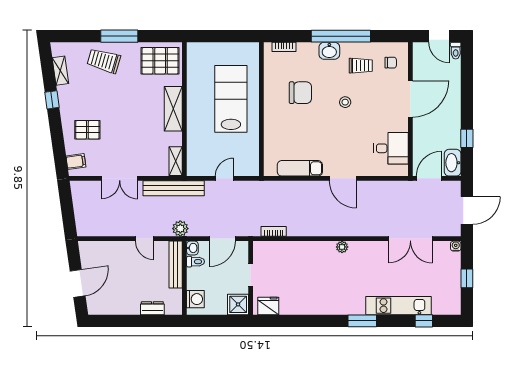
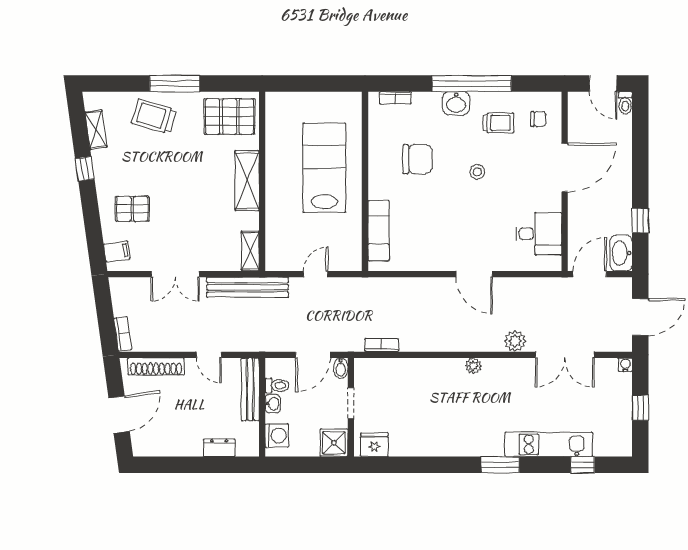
exam couch: (300, 168) -> (379, 231), moved, turned 90
bookcase: (80, 223) -> (123, 334), added
plant: (180, 229) -> (515, 341), moved
shoe rack: (105, 247) -> (156, 366), added
washbasin: (192, 248) -> (273, 404), moved
bidet: (243, 249) -> (341, 368), added

